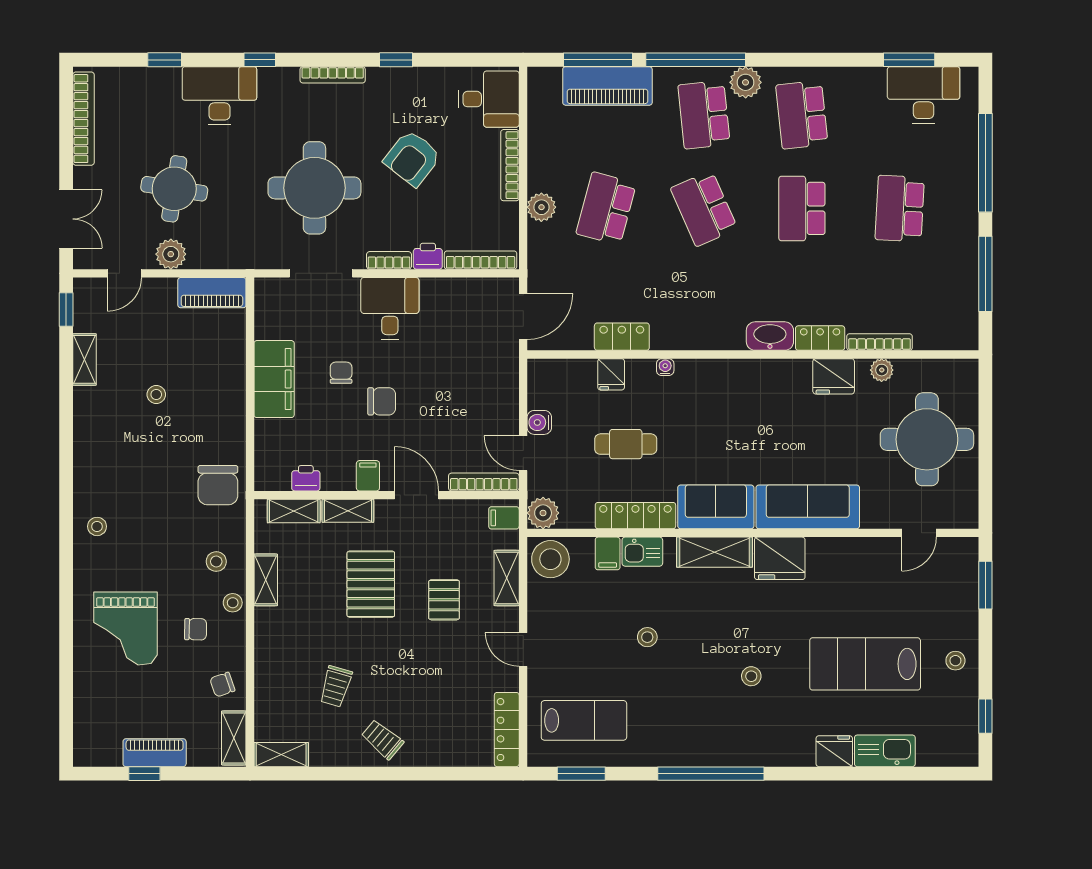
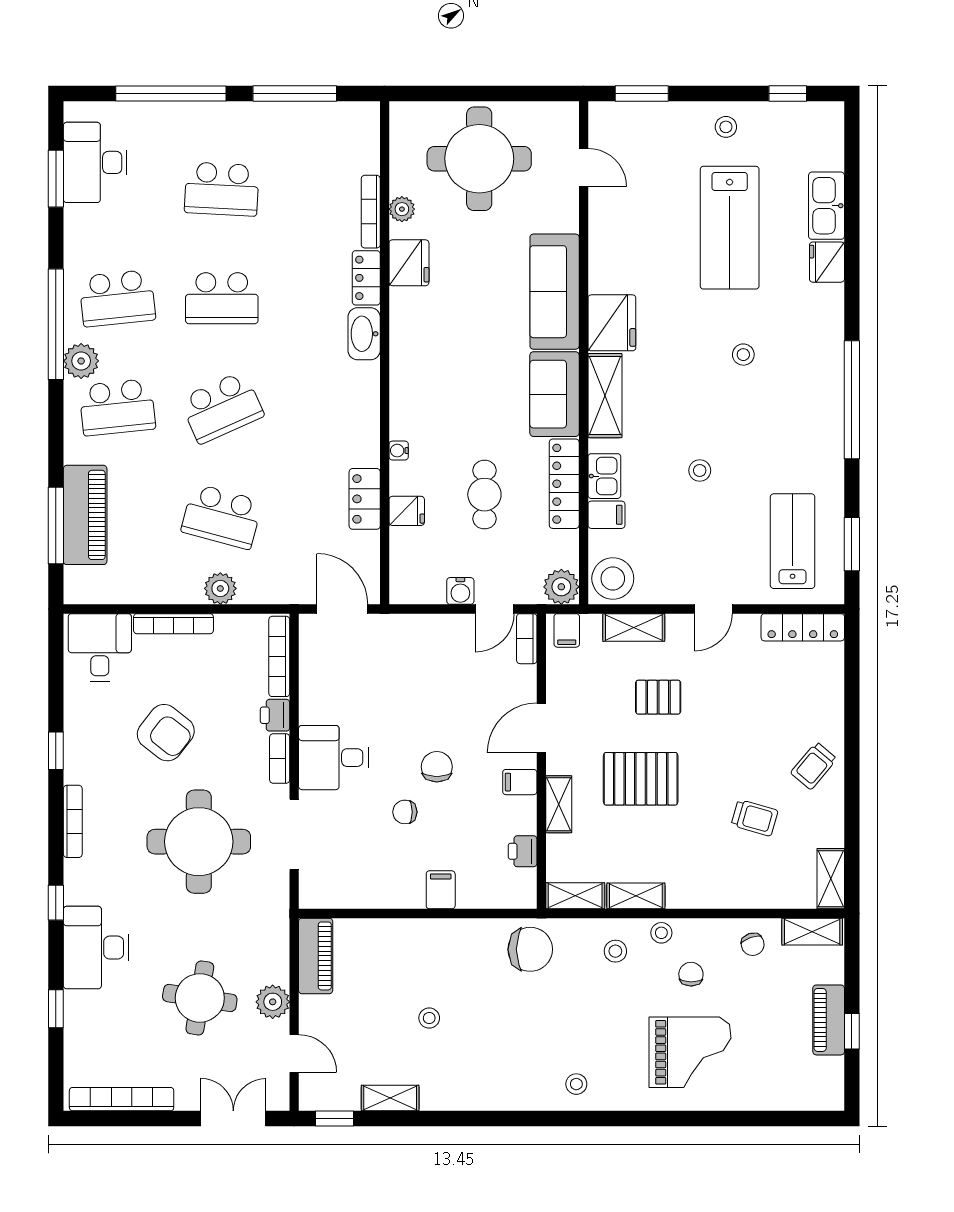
window: (696, 60) -> (56, 324), moved
filing cabinet: (274, 379) -> (441, 890), width x0.33, depth x0.86
bookcase: (484, 482) -> (527, 639), width x0.64
shelving: (294, 511) -> (575, 896), moved, turned 90

